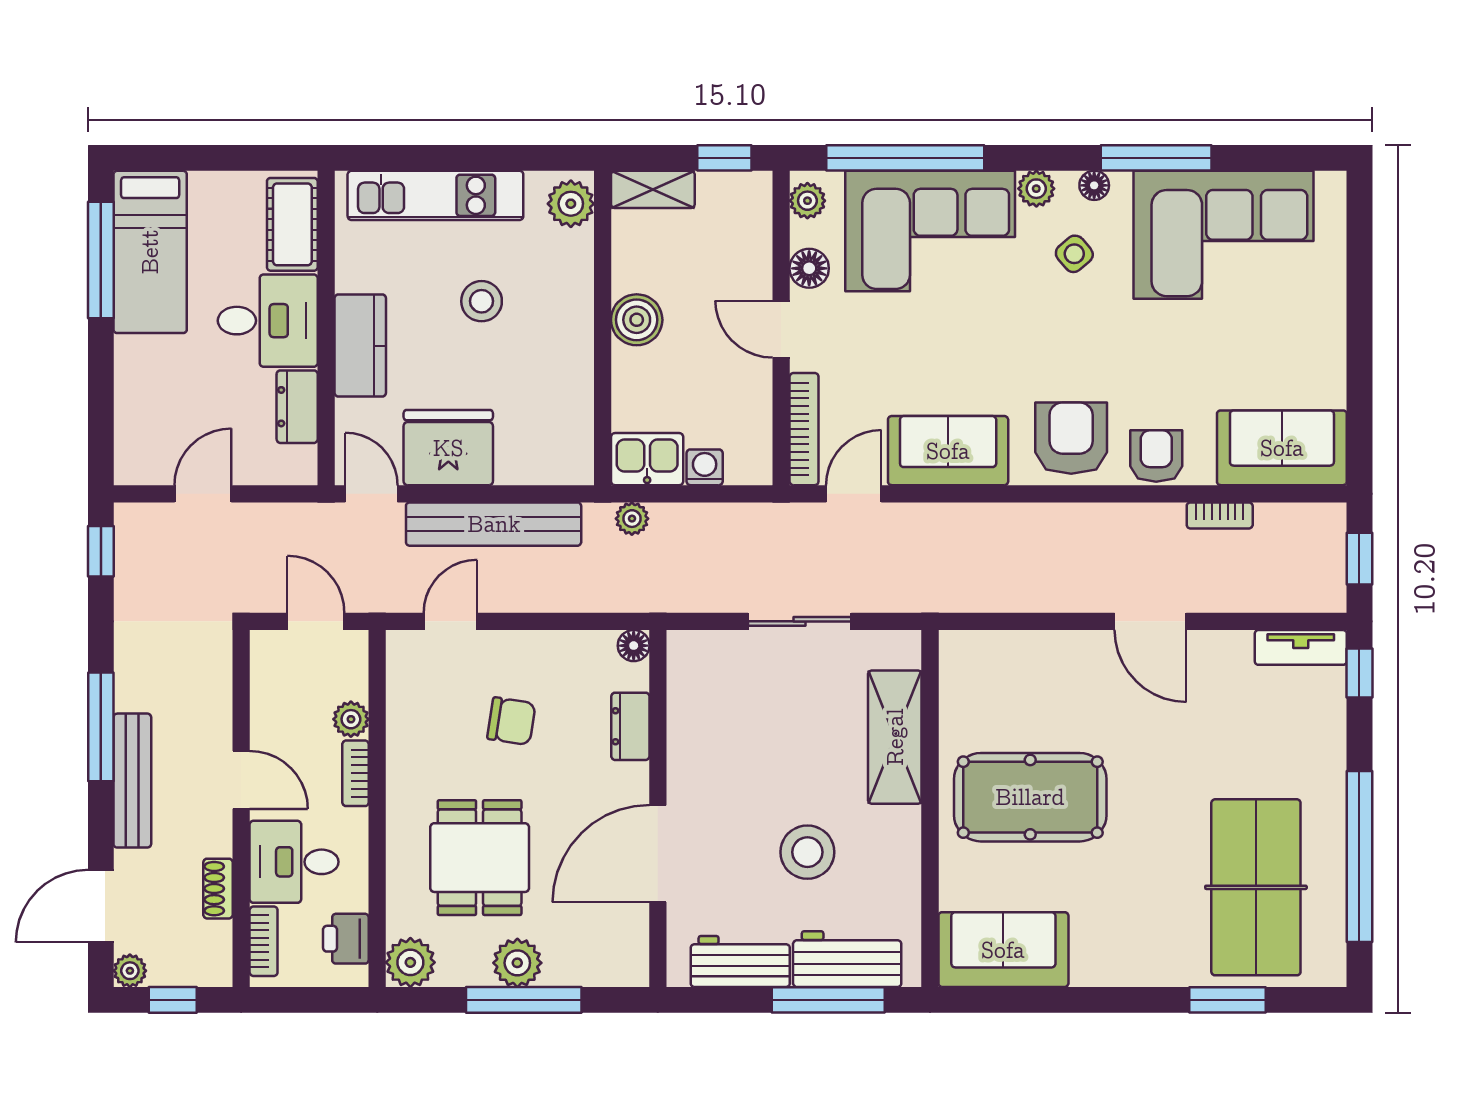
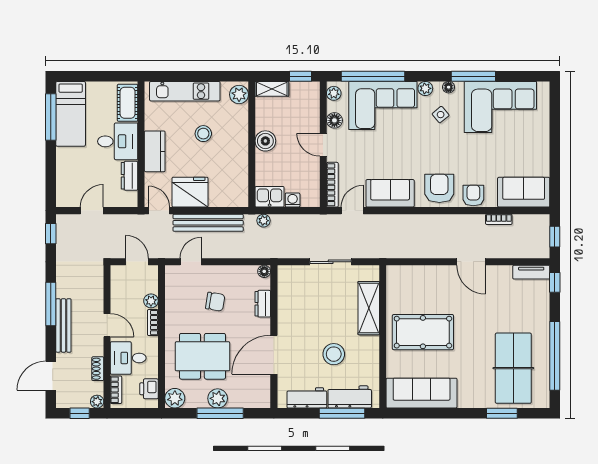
dining table: (480, 858) -> (202, 356), width x1.37
sofa: (1003, 950) -> (422, 393), width x1.36
plant: (130, 971) -> (97, 402), moved

